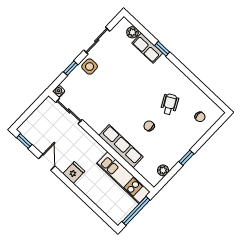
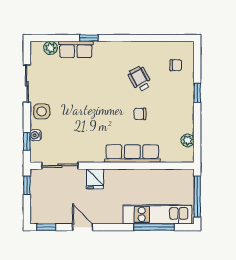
window: (71, 68) -> (27, 141), moved
water cooler: (59, 91) -> (36, 135), moved
window: (37, 104) -> (27, 185), added
window: (186, 158) -> (197, 93), moved
fridge: (74, 172) -> (95, 179), moved, turned 180
kitchen unit: (123, 178) -> (157, 214), moved, turned 180
window: (91, 204) -> (154, 227), added

